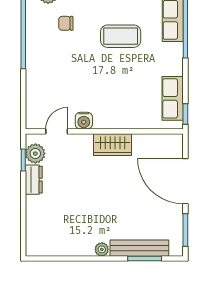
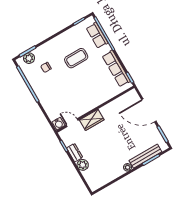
row of seats: (173, 98) -> (116, 69), width x1.48
water cooler: (84, 121) -> (58, 124), moved
door: (57, 131) -> (72, 123), hinge flipped
wardrobe: (112, 145) -> (92, 120), moved
plant: (35, 154) -> (83, 165), moved

